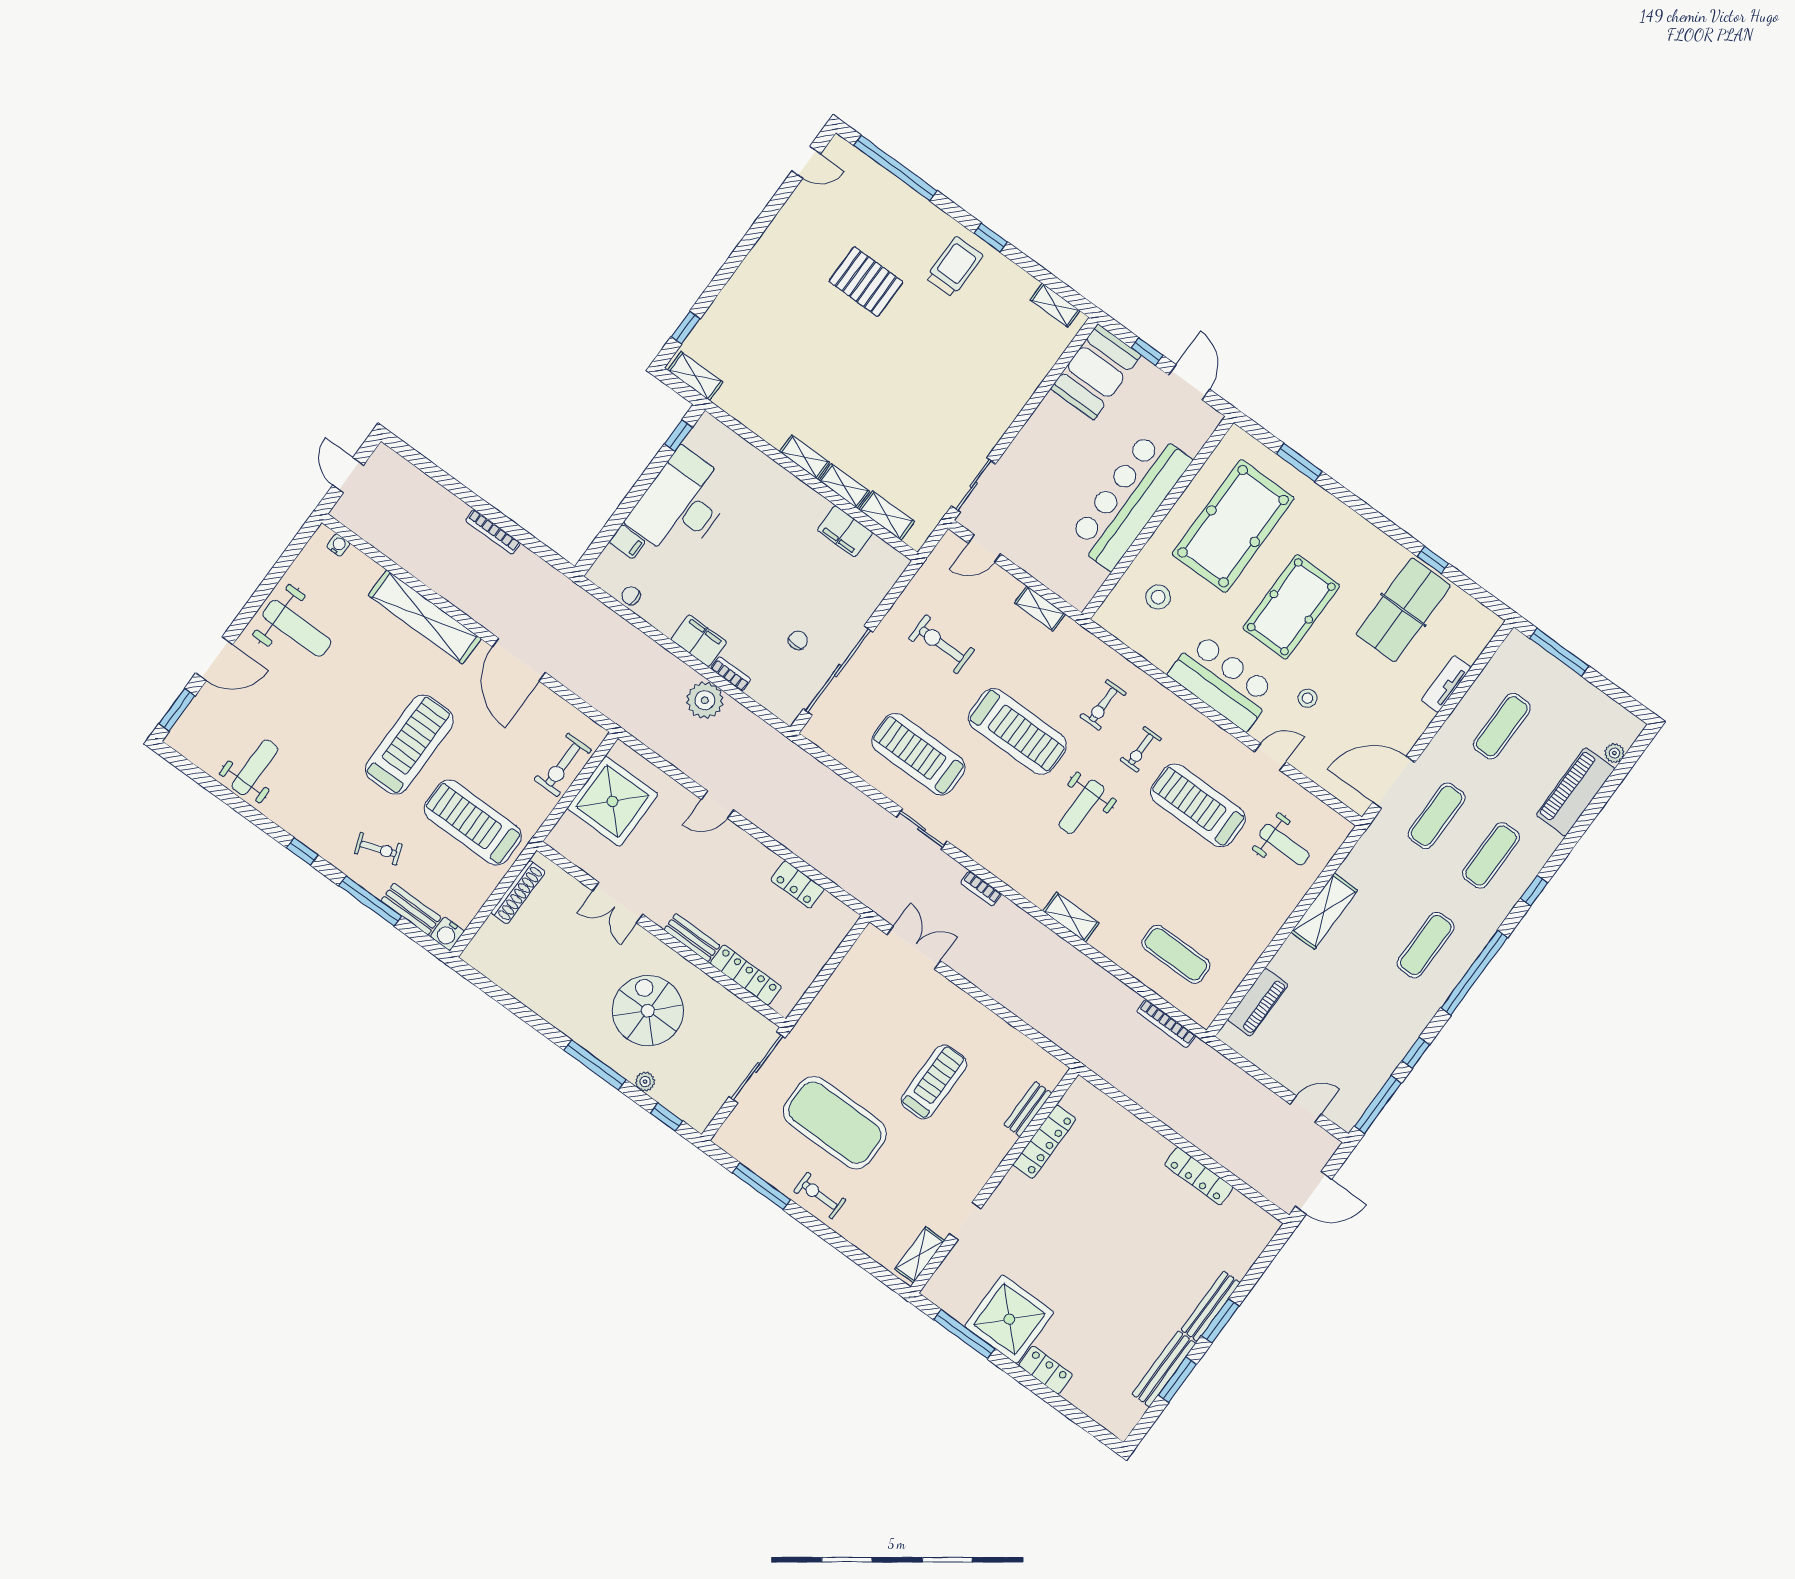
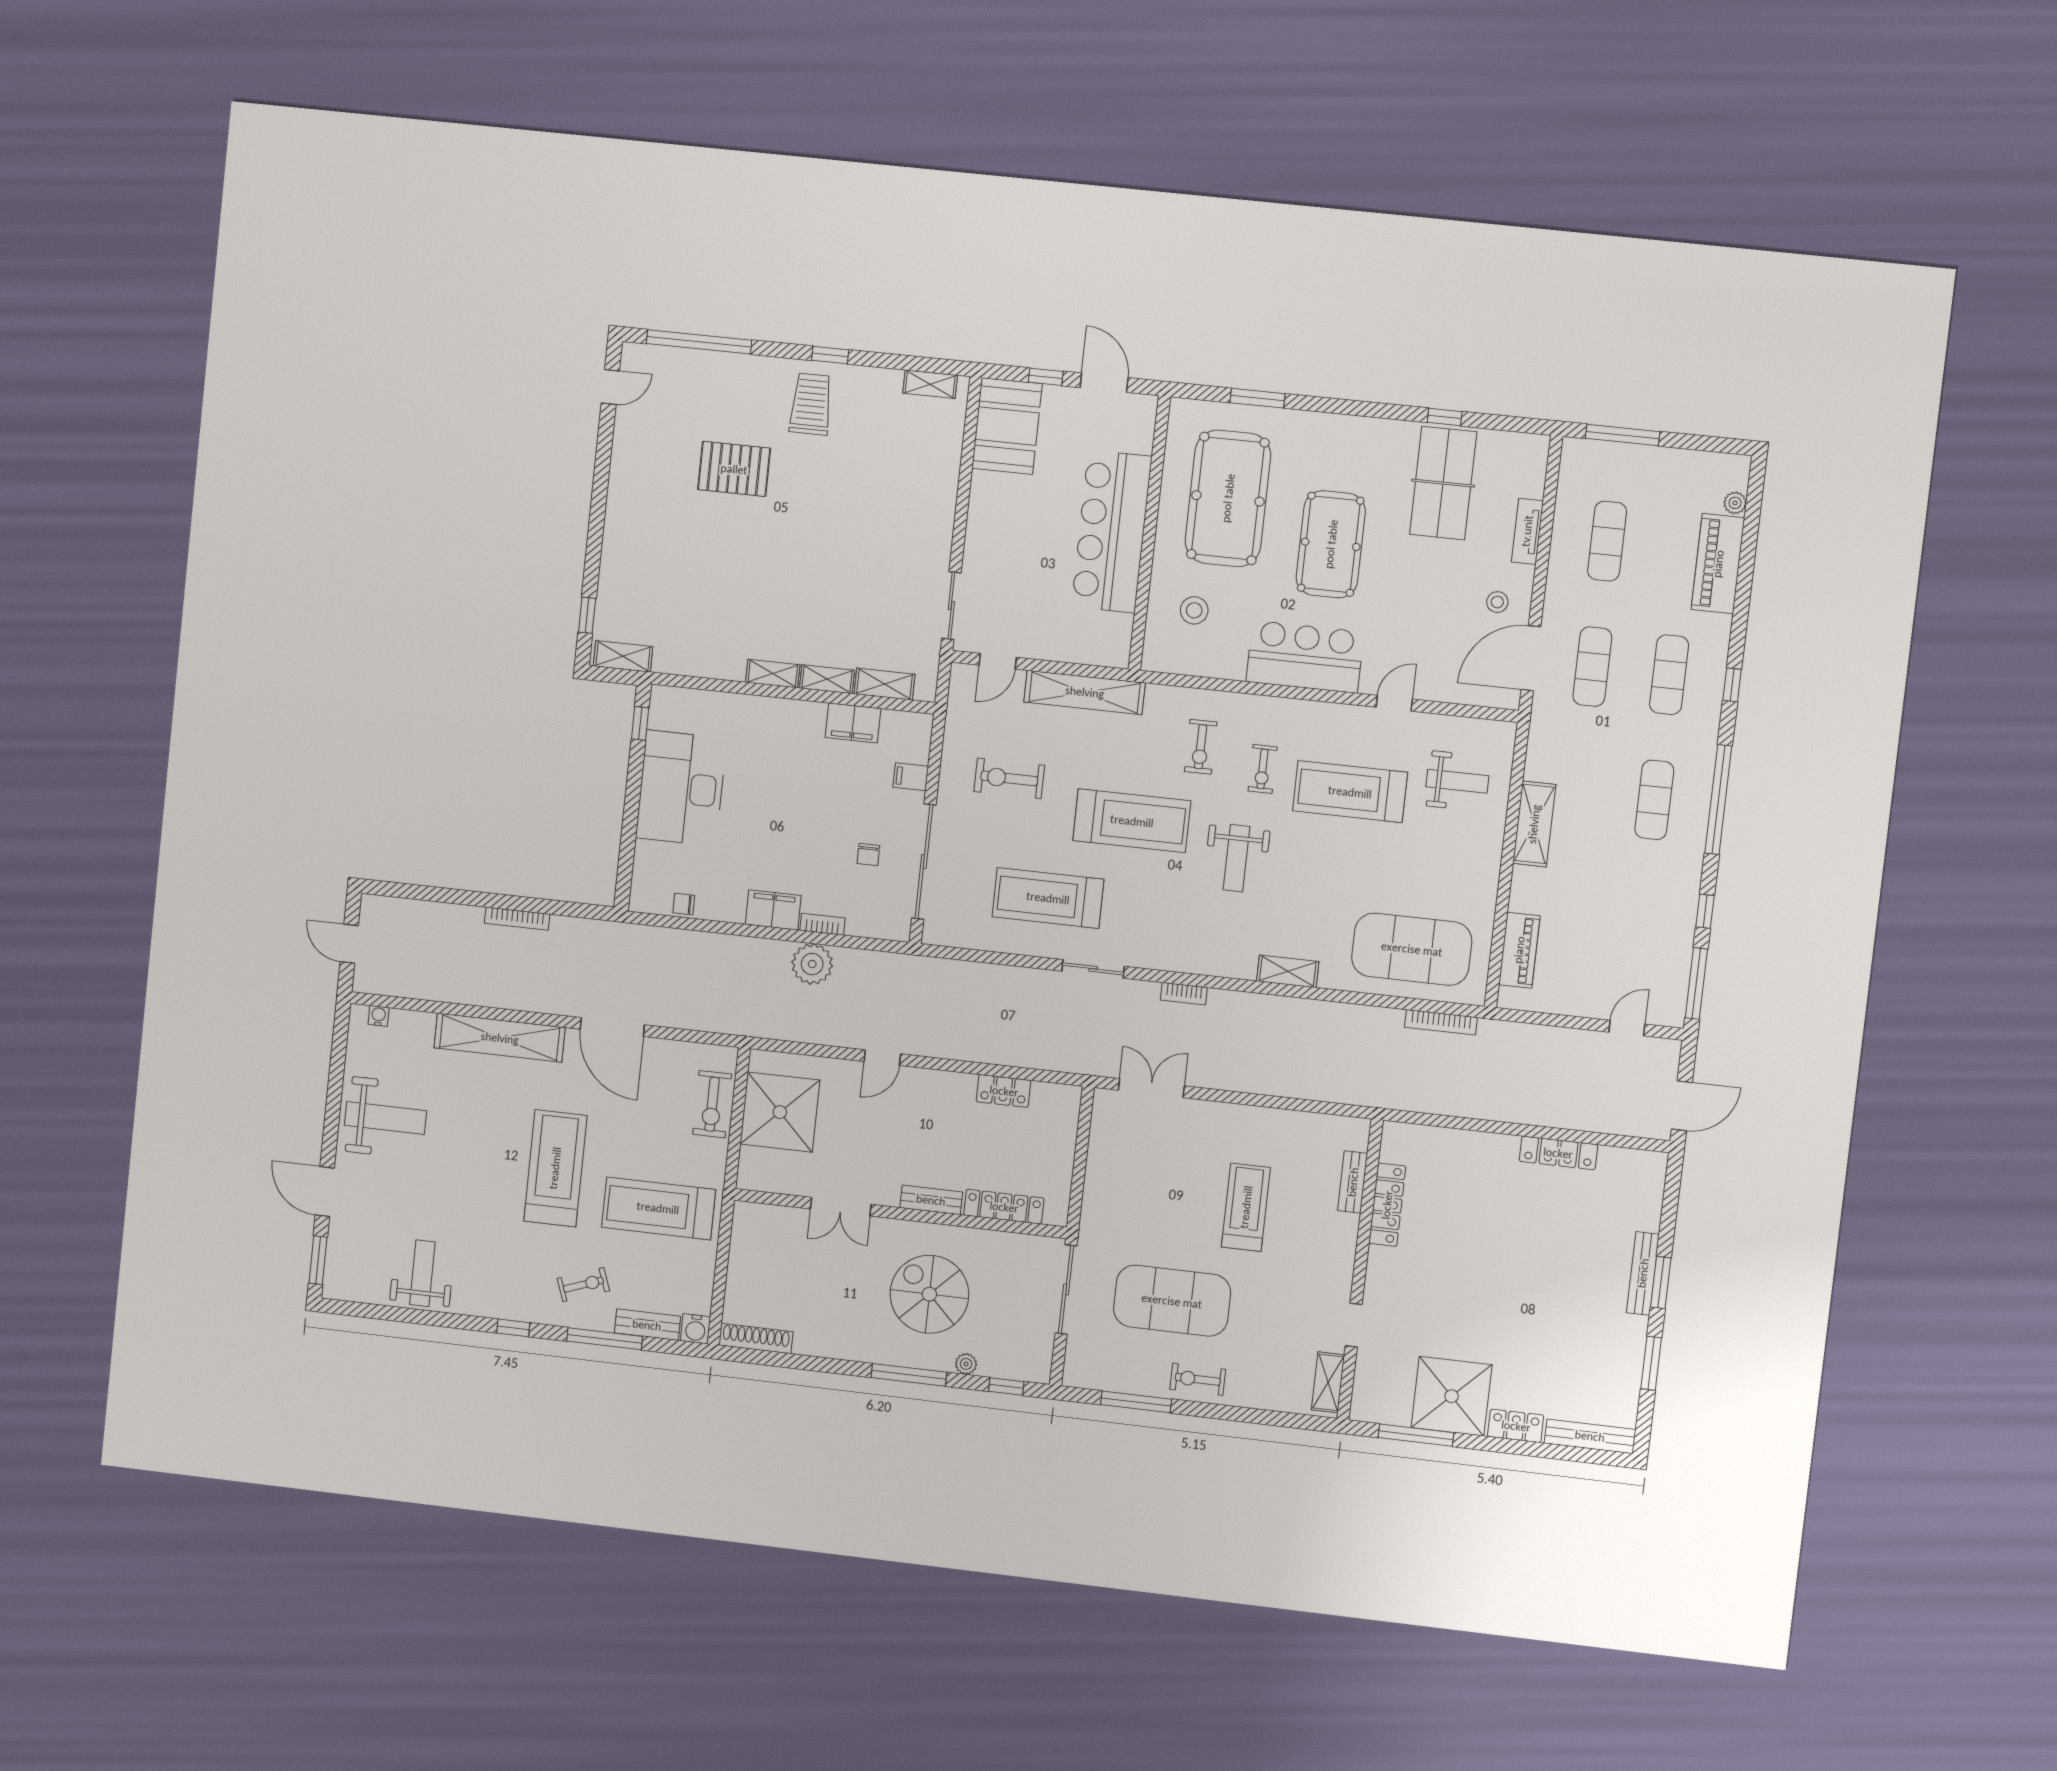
filing cabinet: (627, 542) -> (911, 777), moved, turned 180
shelving: (1040, 608) -> (1085, 692), width x2.20, depth x1.33
chair: (798, 640) -> (868, 855), turned 180
door: (214, 659) -> (325, 1192), swing flipped
stool: (1307, 698) -> (1497, 602), moved
shoe rack: (518, 892) -> (756, 1339), moved, turned -90
exercise mat: (1176, 954) -> (1412, 949), width x2.00, depth x1.45
bench: (1164, 1369) -> (1590, 1436), moved, turned 90

